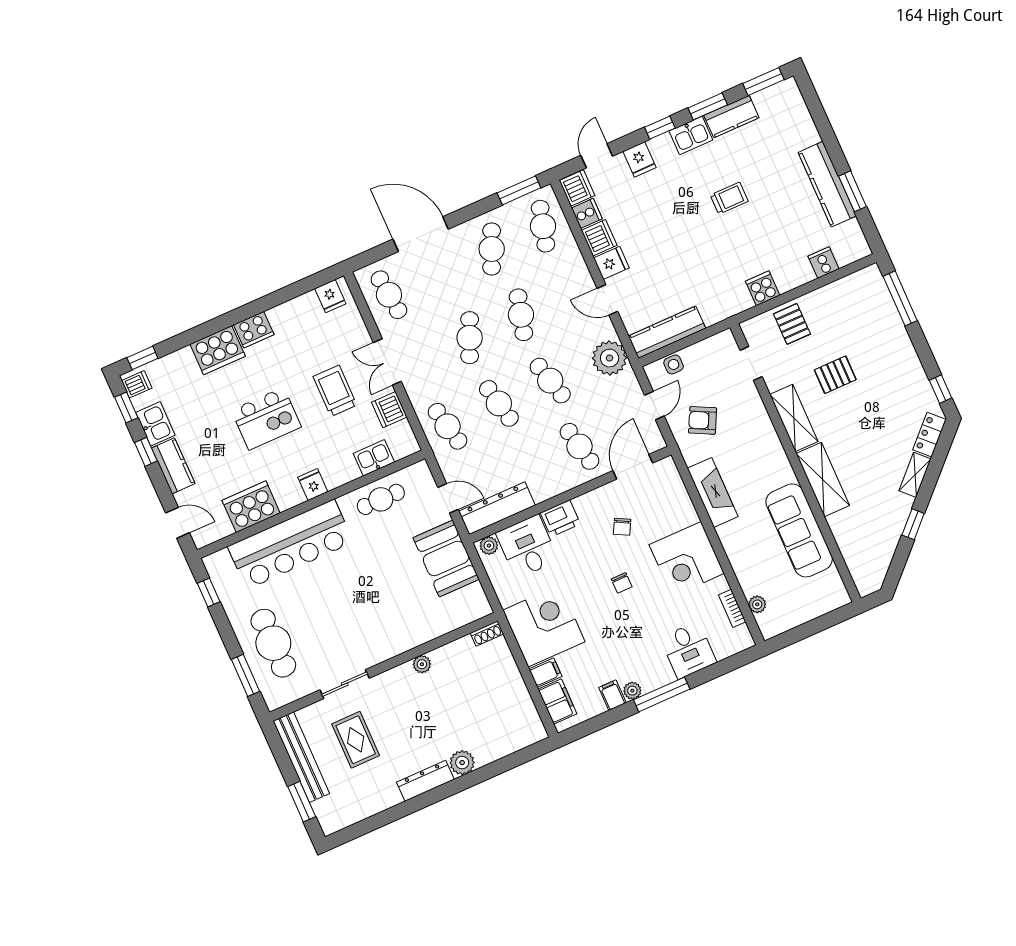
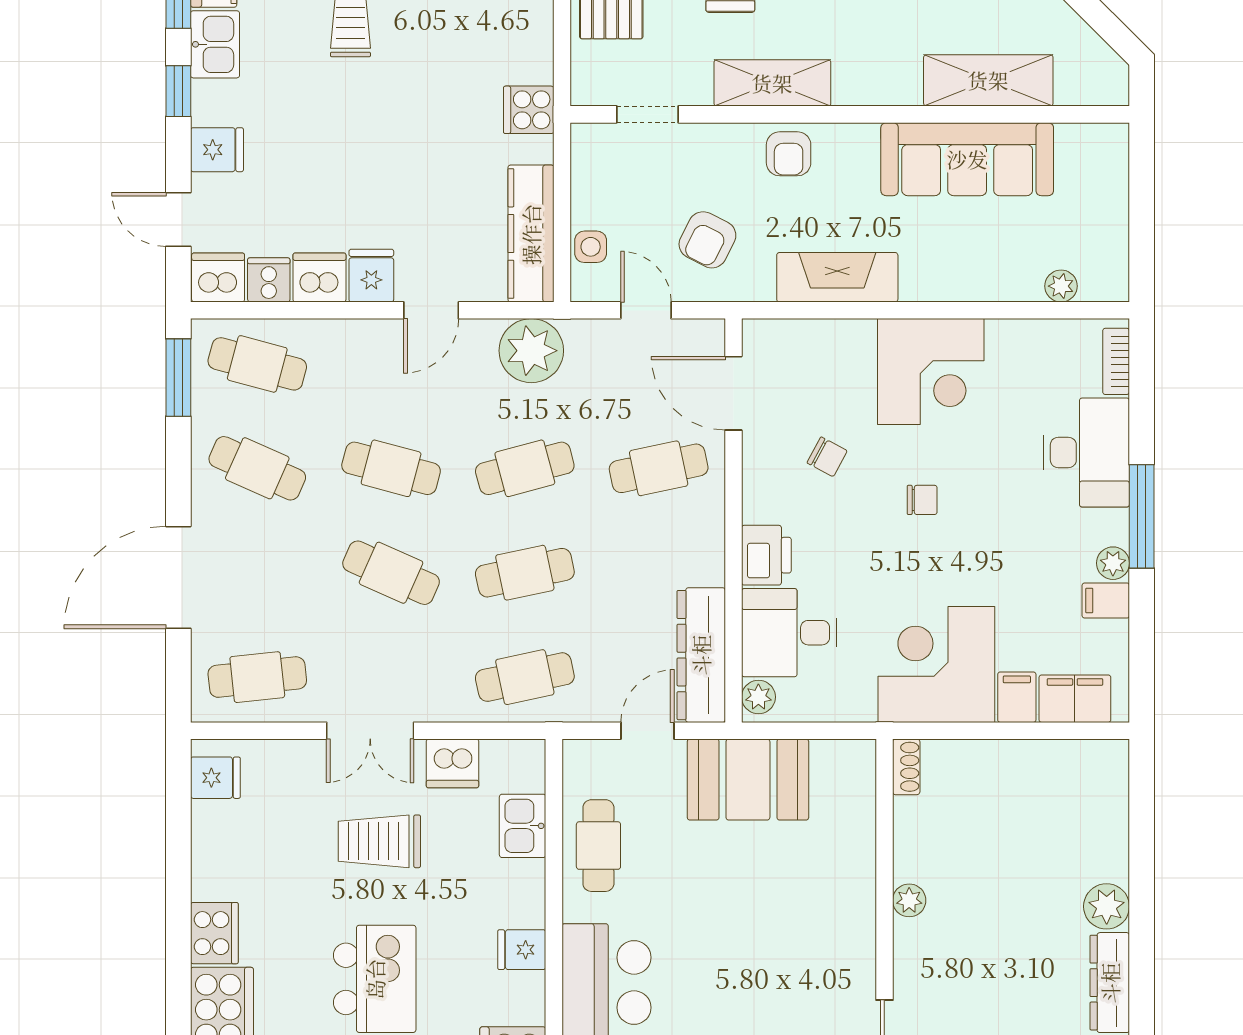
cooker: (763, 288) -> (529, 110), moved
armchair: (763, 441) -> (789, 154), added
shelving: (823, 479) -> (988, 80), moved
bookcase: (732, 608) -> (1116, 361), moved, turned 90
desk: (688, 650) -> (1086, 452), width x1.37

